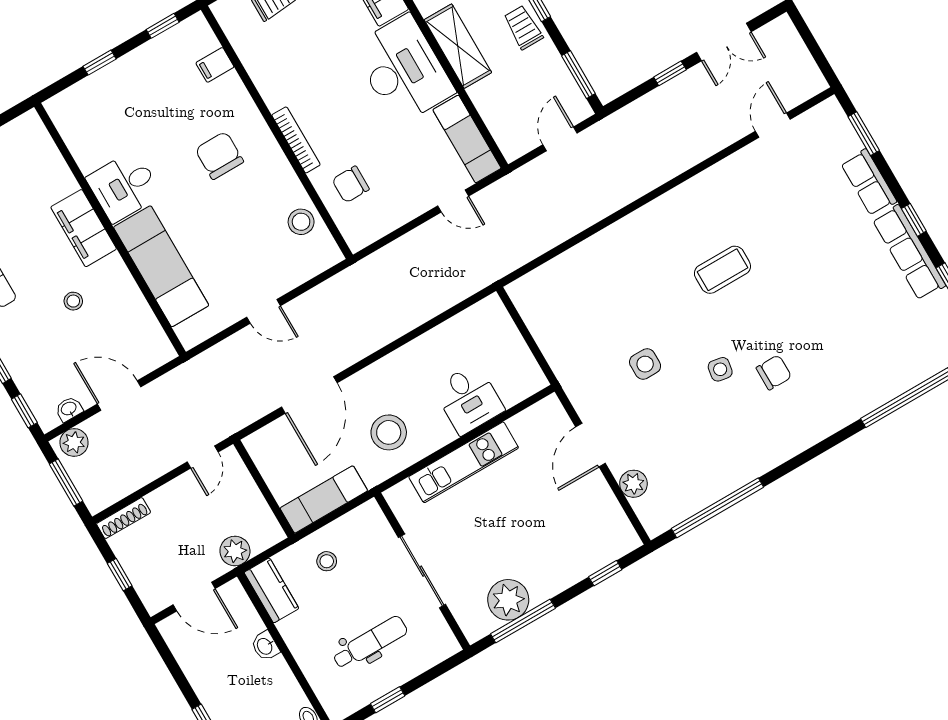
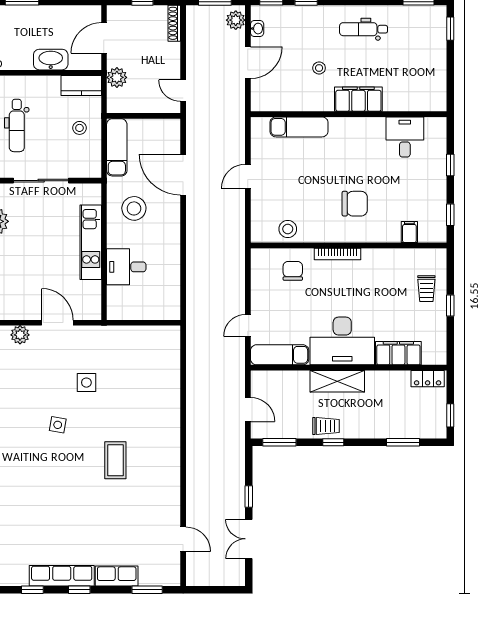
desk: (124, 186) -> (405, 137), moved
exam couch: (161, 266) -> (299, 127), width x0.73, depth x0.69
chair: (774, 372) -> (37, 455), removed
washbasin: (265, 646) -> (51, 60), width x1.91, depth x1.45

